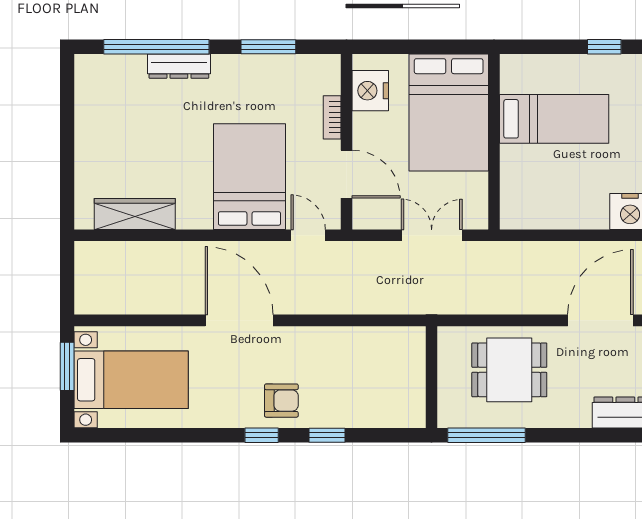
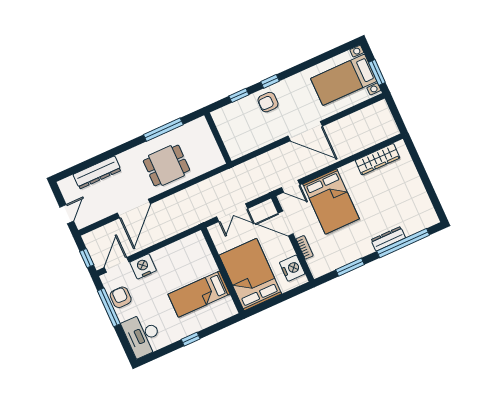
wall: (432, 377) -> (218, 138), moved

